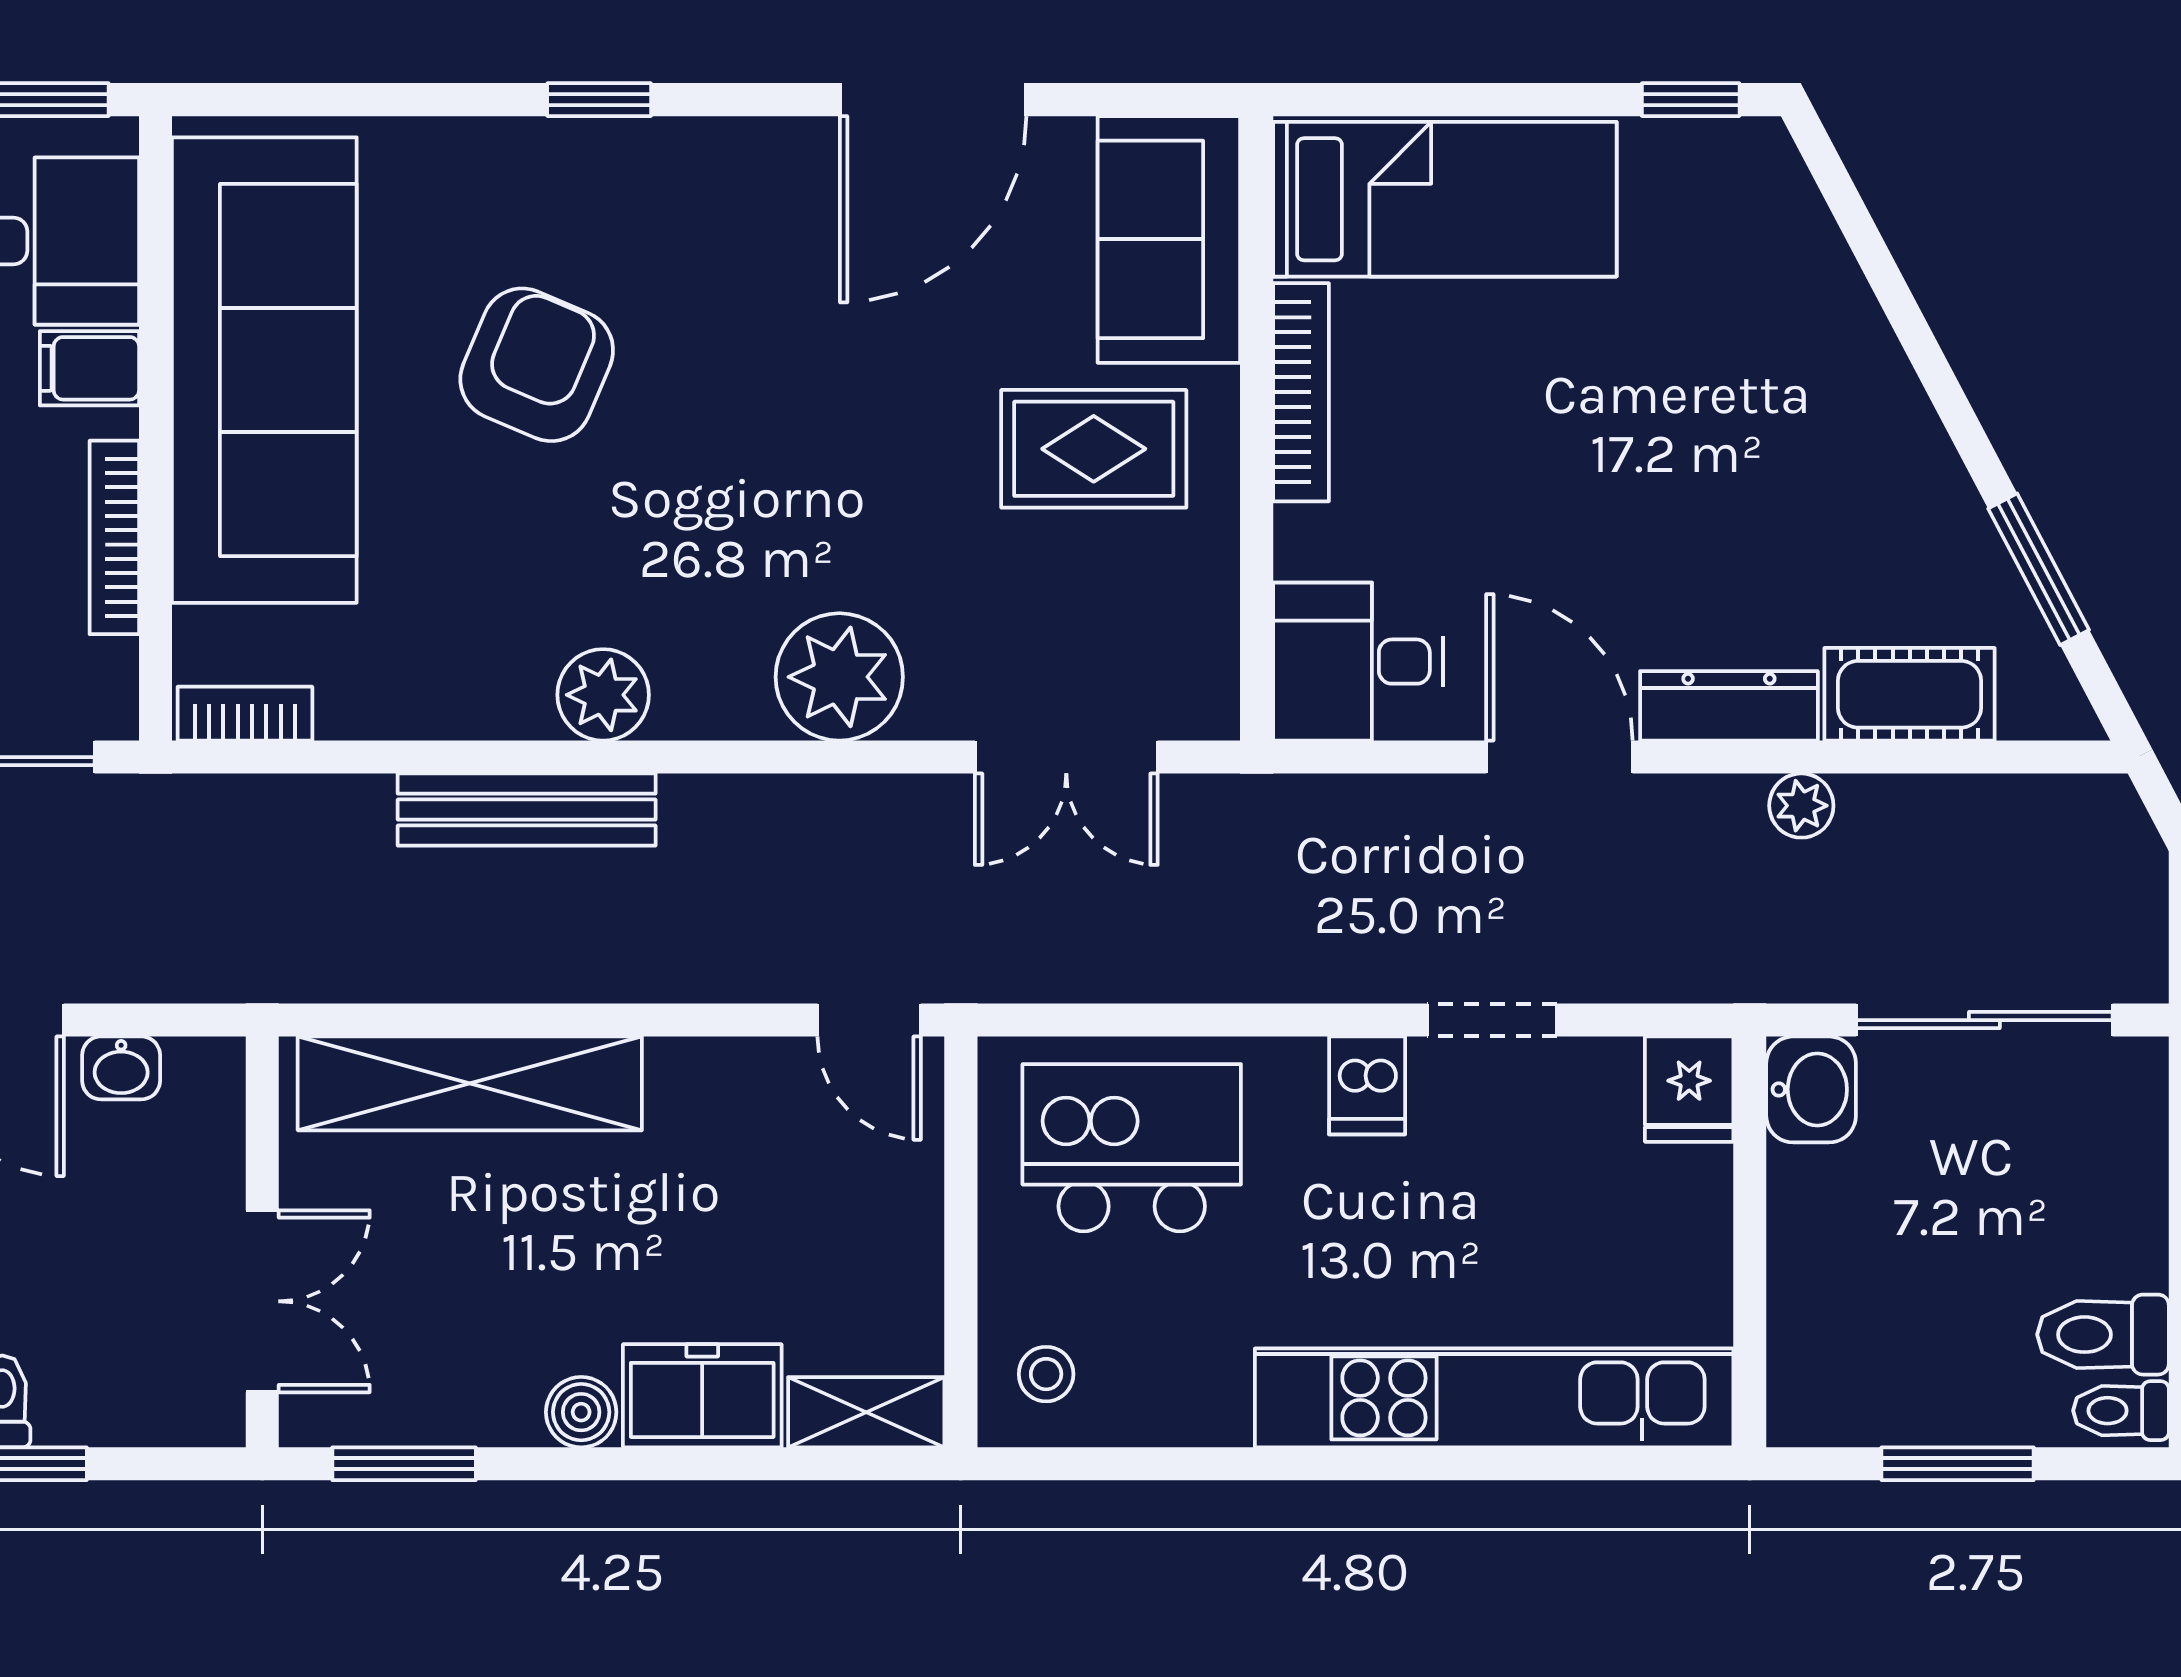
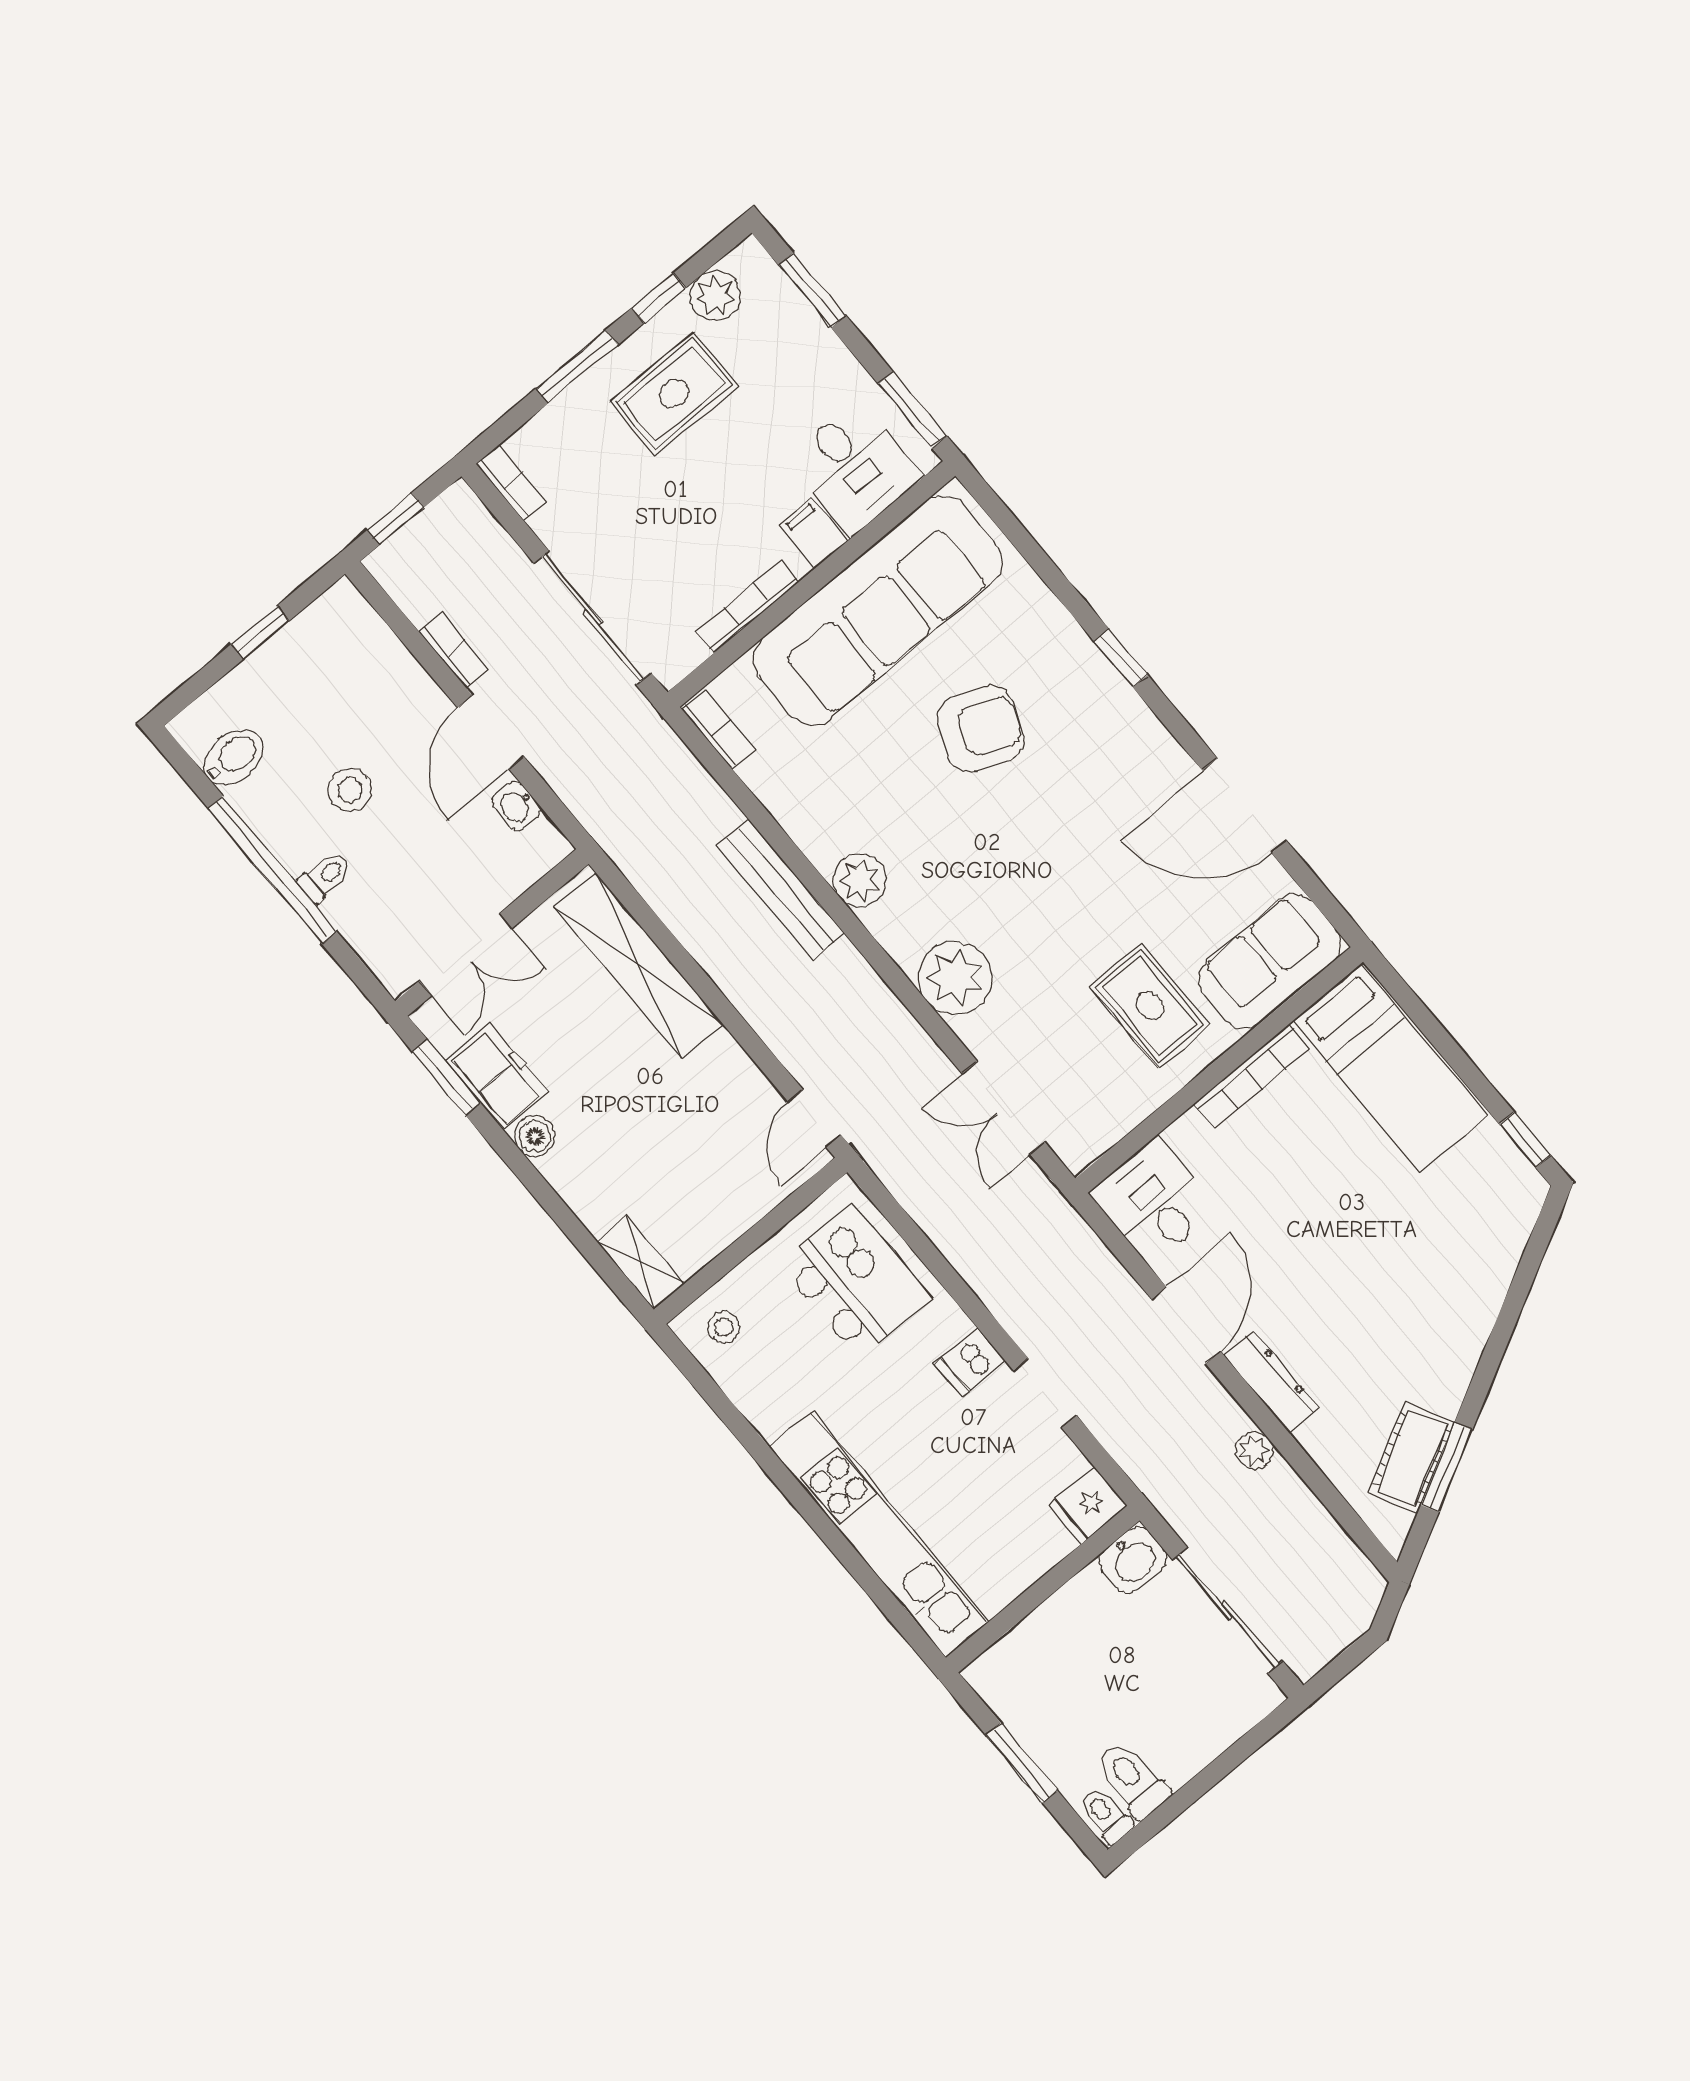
cot: (1910, 694) -> (1412, 1458), moved, turned 62
freezer: (702, 1396) -> (497, 1077), moved

